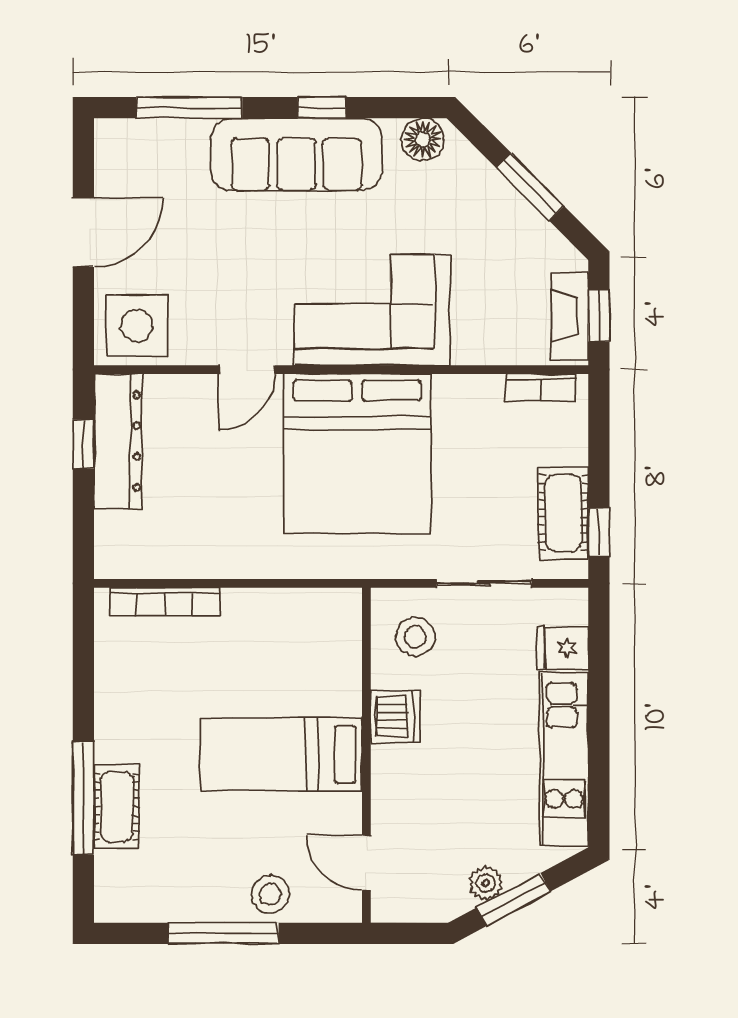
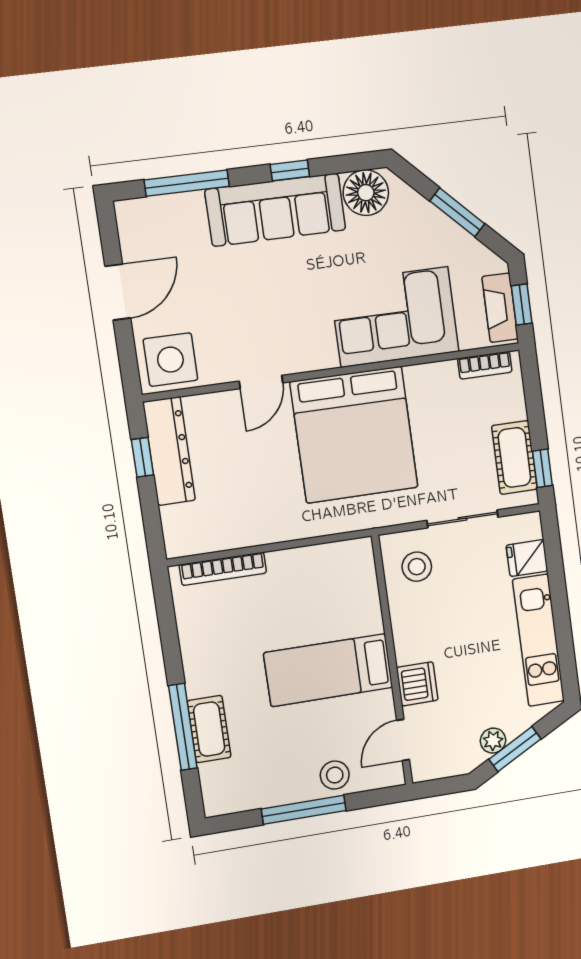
floor lamp: (423, 139) -> (366, 193), width x1.38, depth x1.38
corner sofa: (372, 310) -> (395, 317), moved
dishwasher: (395, 716) -> (417, 684), moved
door: (366, 863) -> (403, 740), hinge flipped

